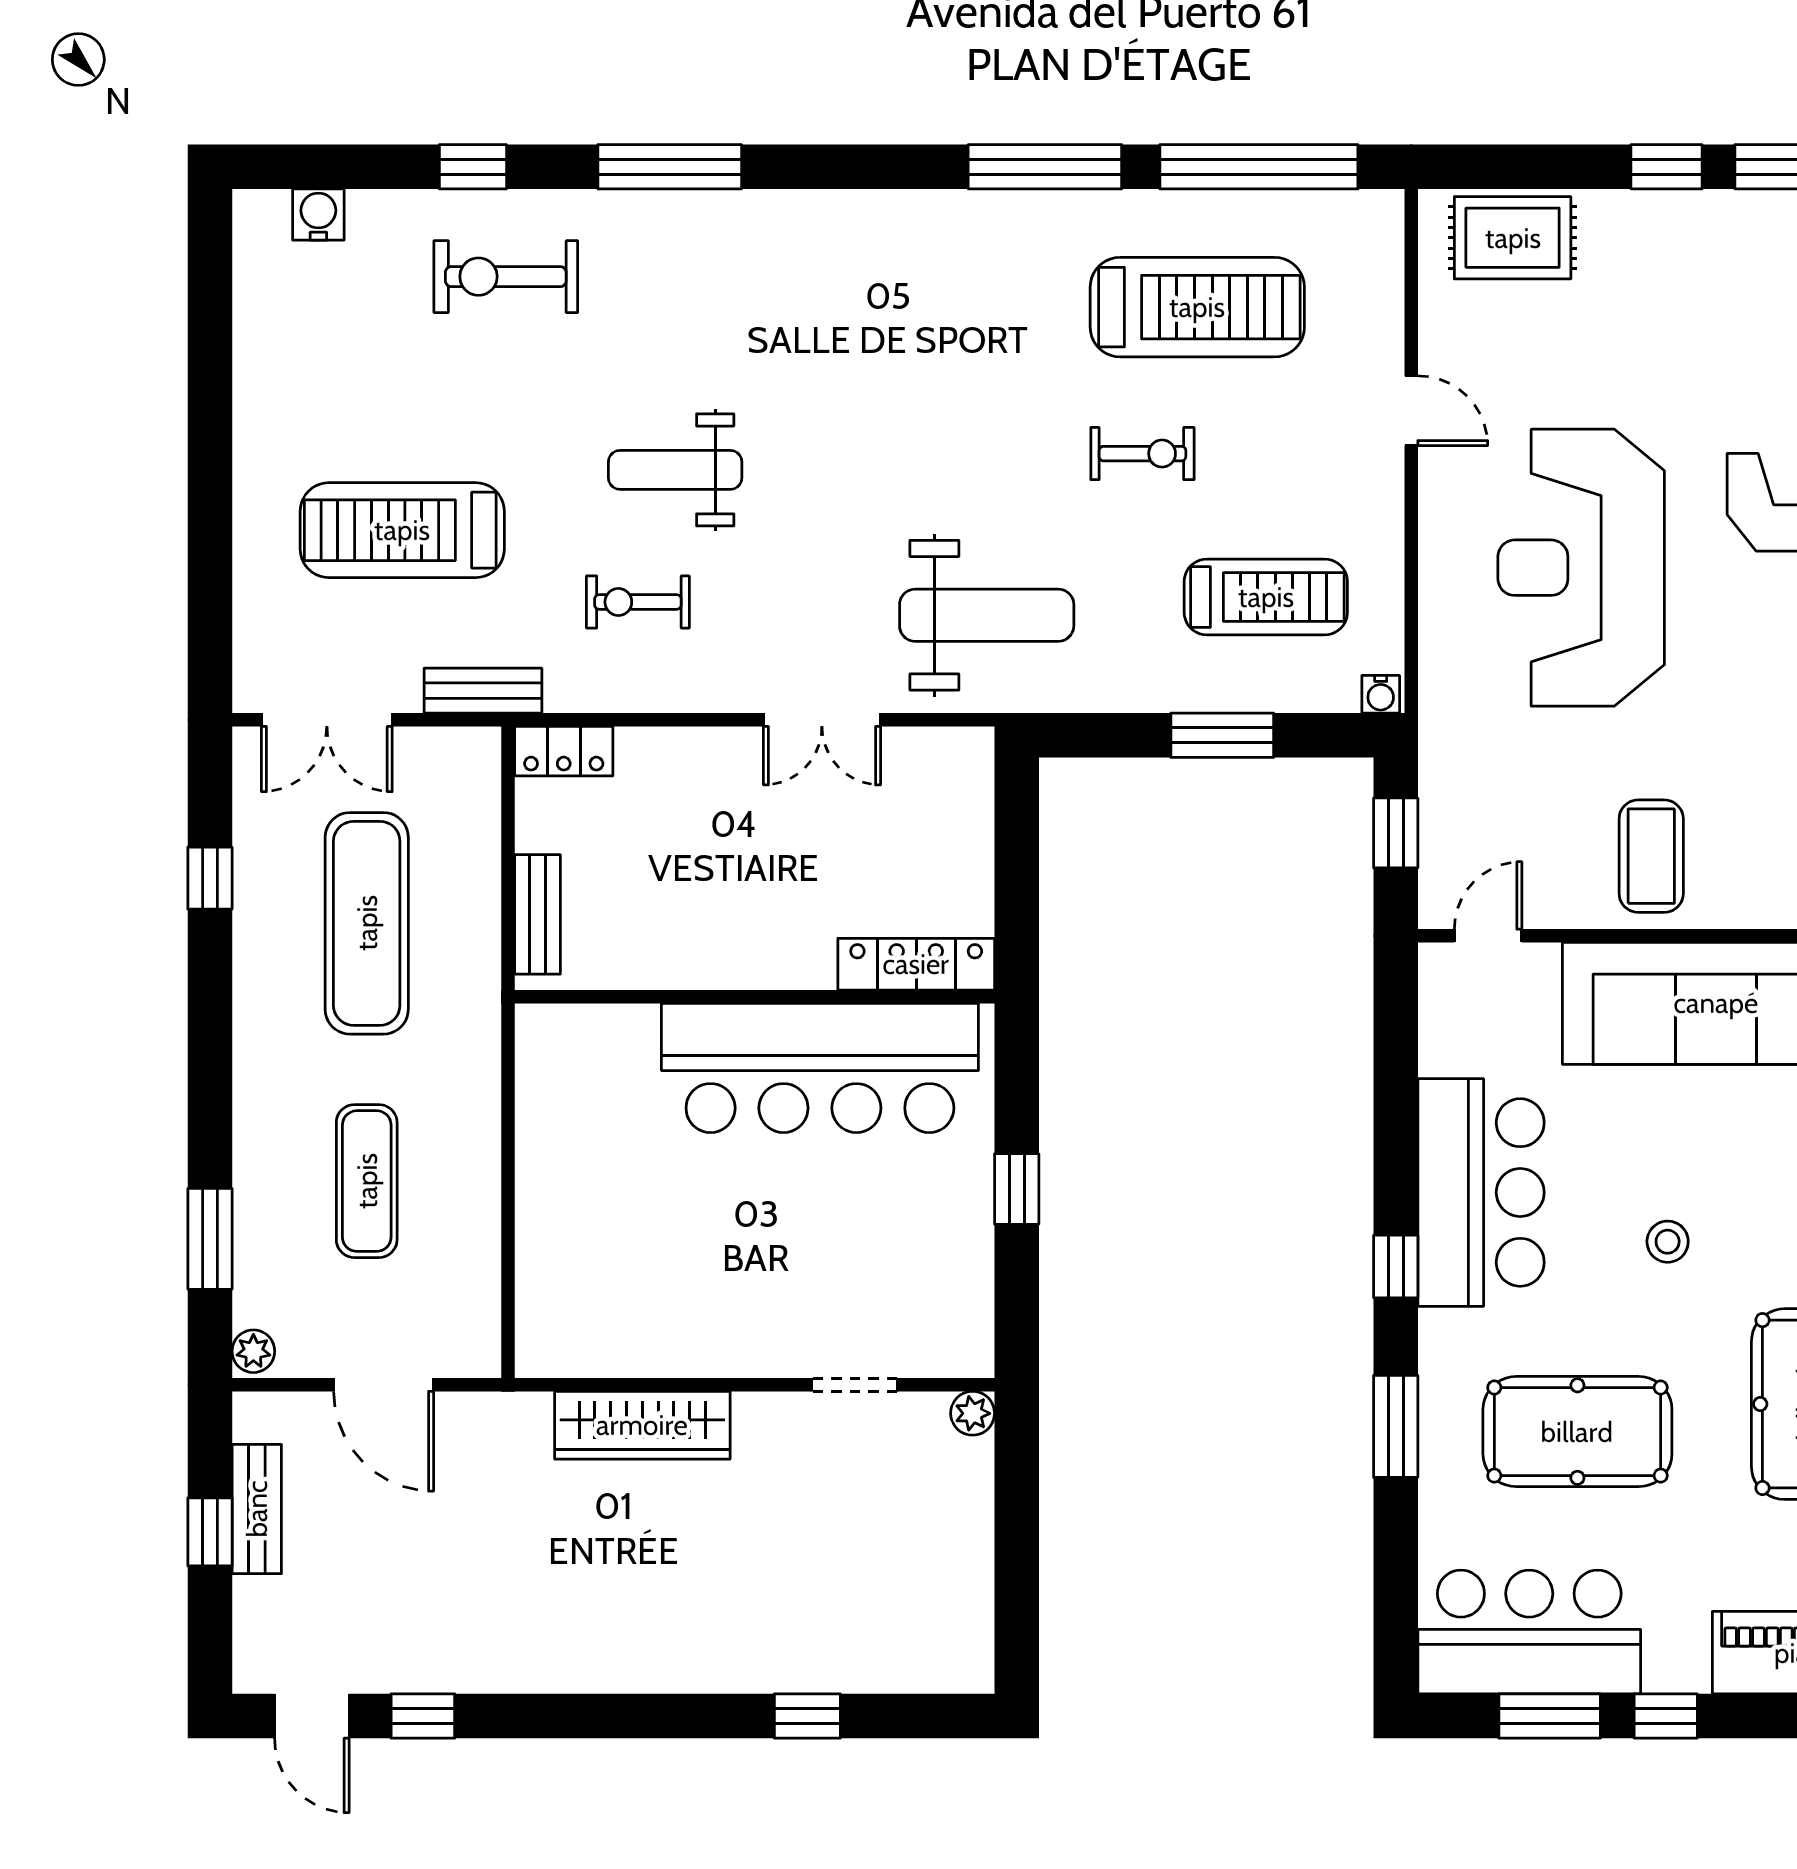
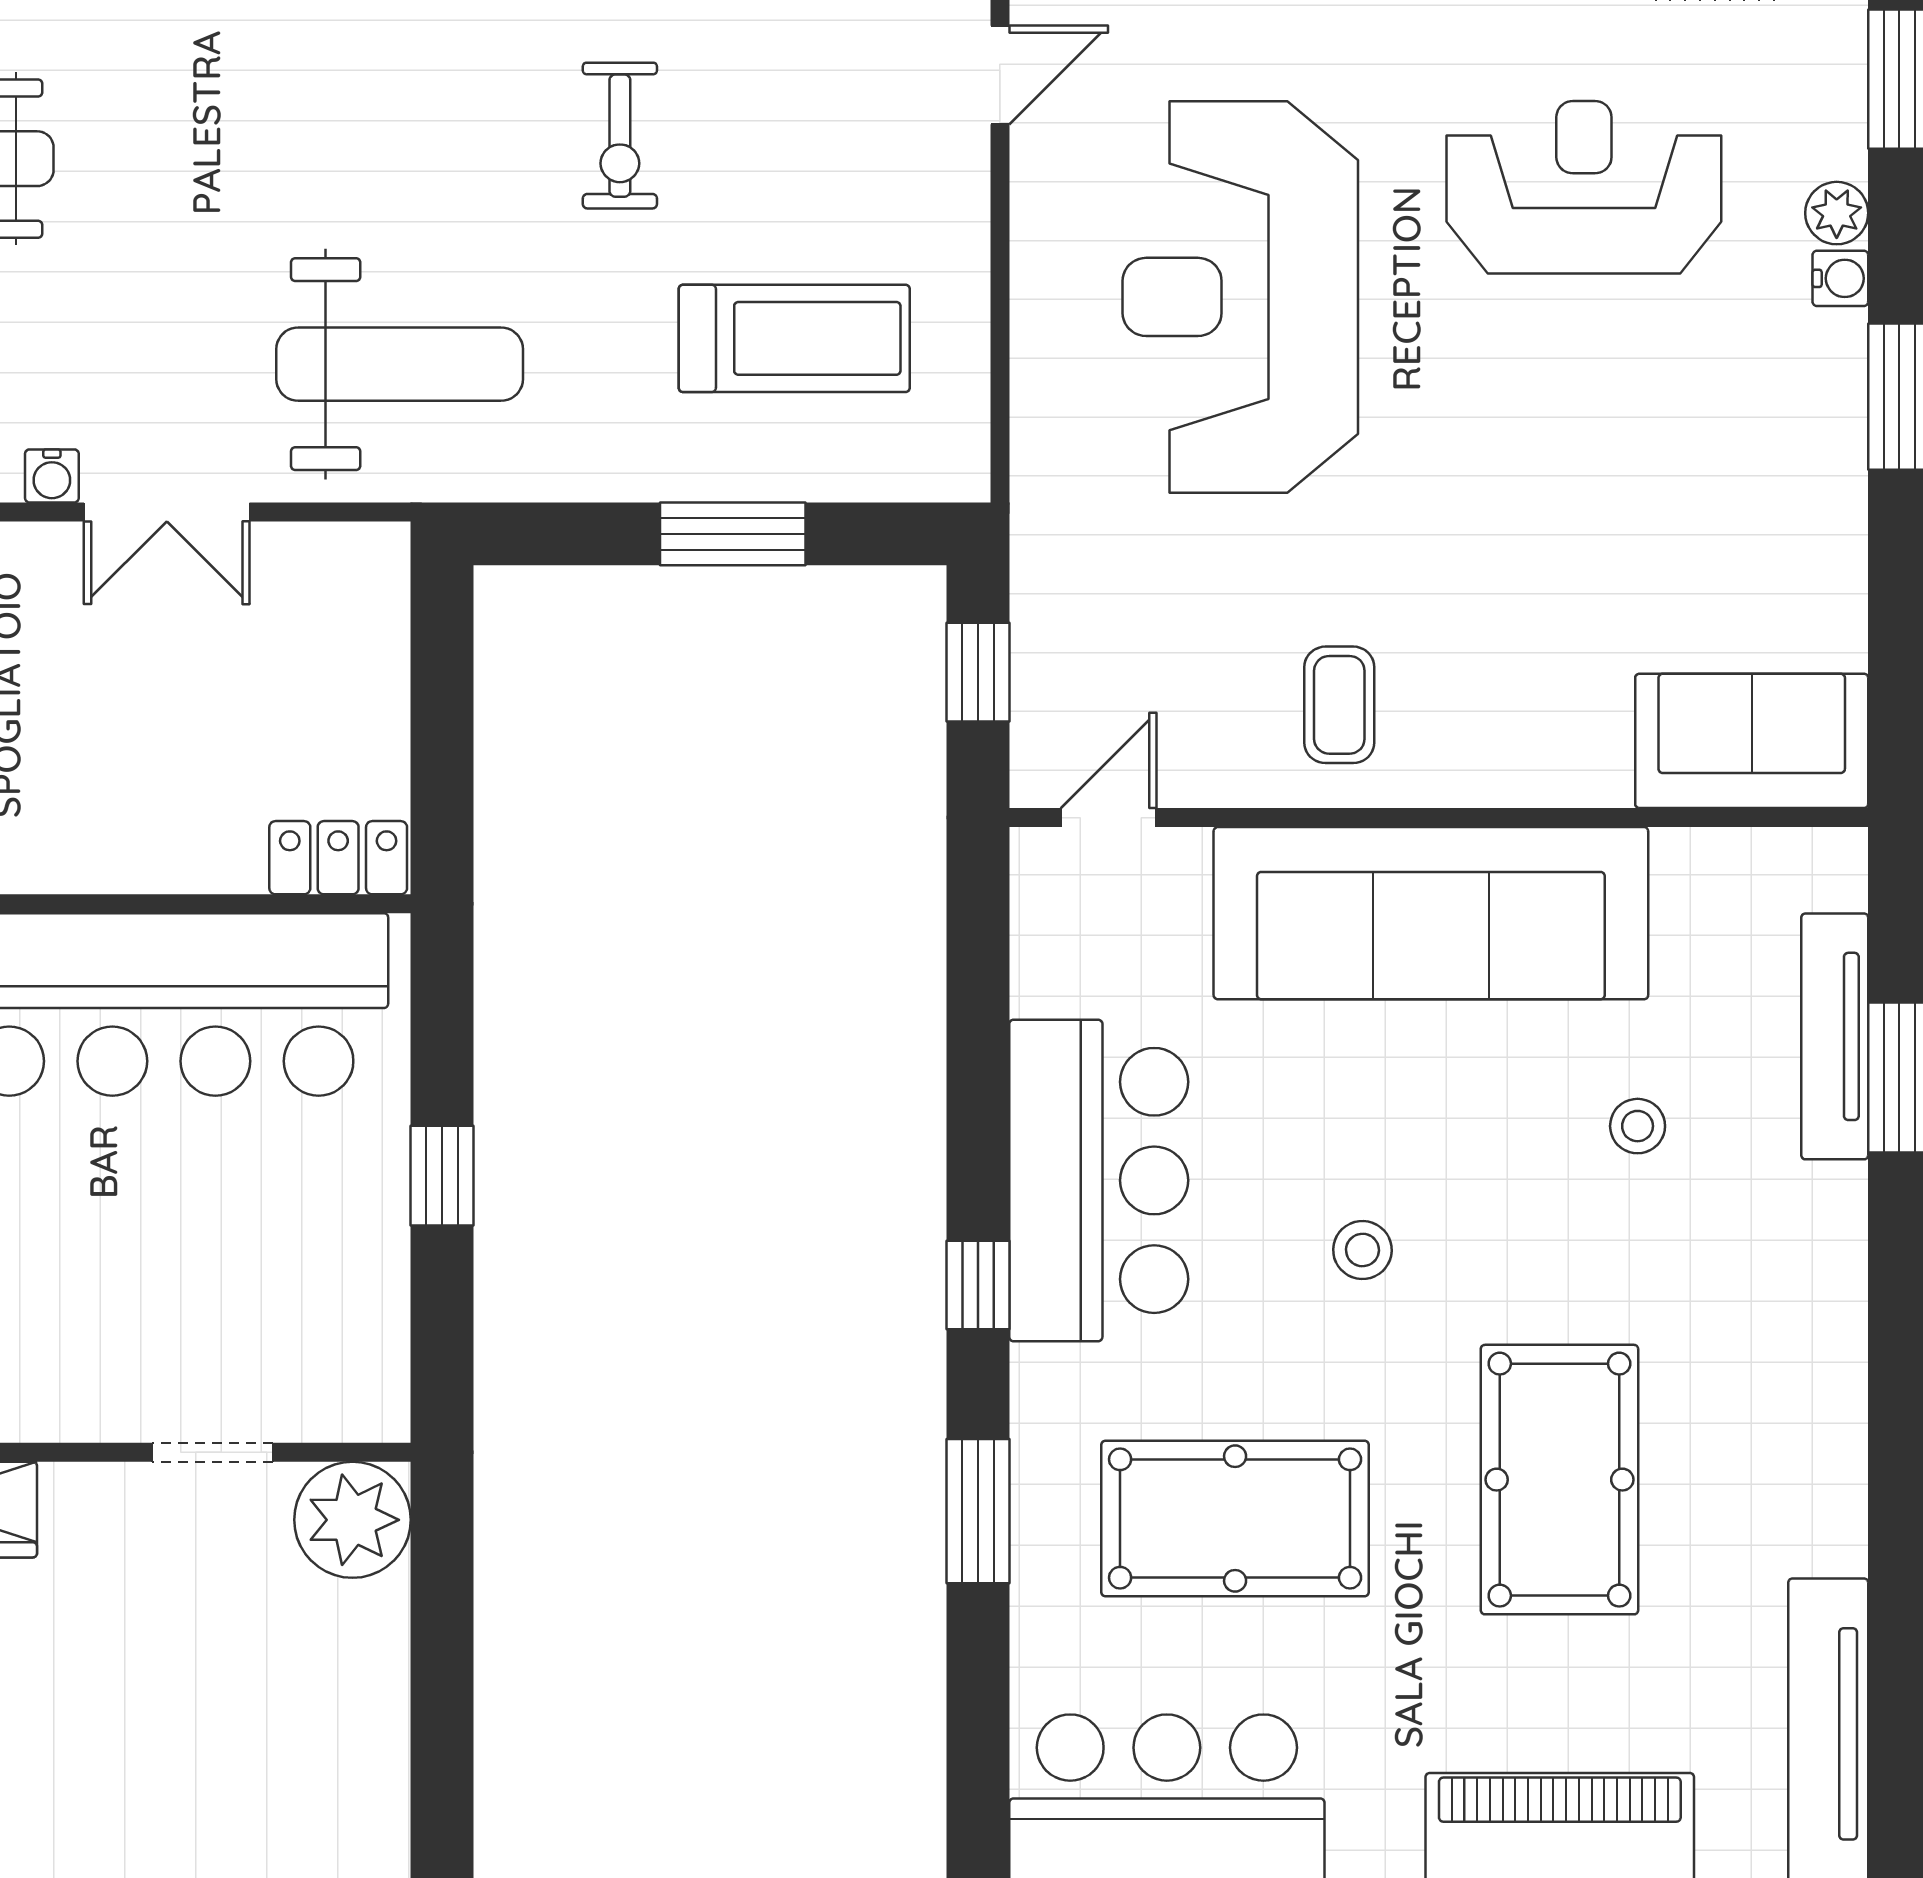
door: (1411, 411) -> (1000, 75), hinge flipped
exercise bike: (1142, 454) -> (620, 136), turned 90
water cooler: (1381, 694) -> (52, 476), moved
coffee table: (1651, 856) -> (1339, 705), width x0.73, depth x0.77
locker: (916, 964) -> (338, 858), width x0.66
plant: (973, 1413) -> (353, 1520), width x1.88, depth x1.88

